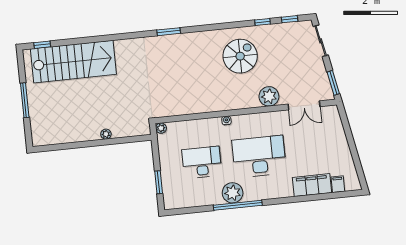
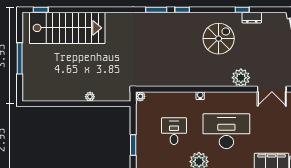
window: (290, 19) -> (182, 10), moved
dresser: (274, 29) -> (252, 18), added
desk: (202, 162) -> (174, 131), width x0.73

